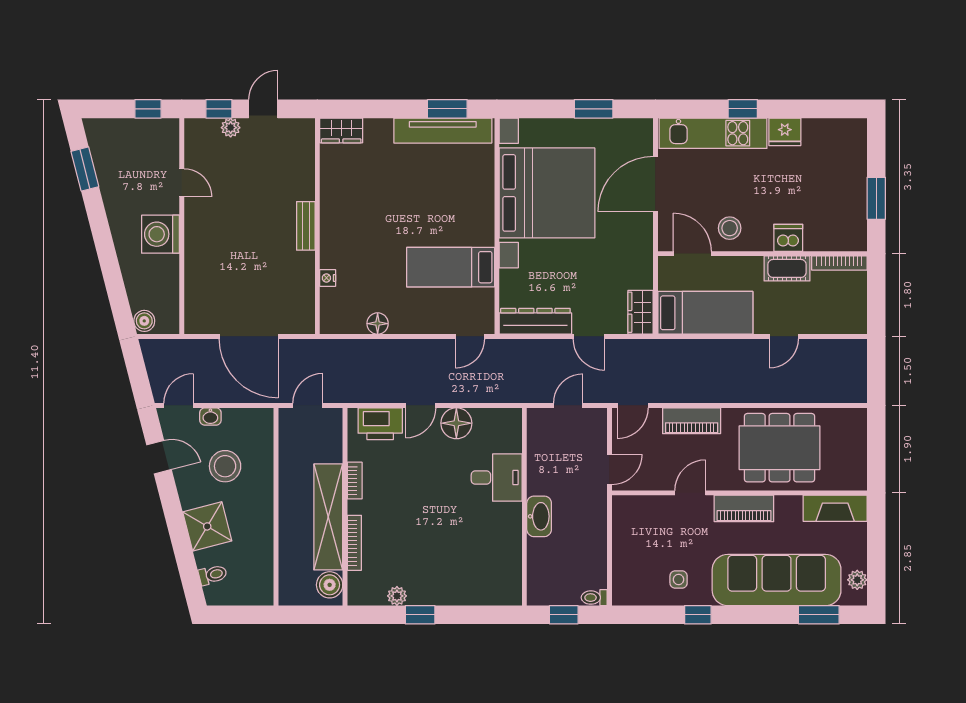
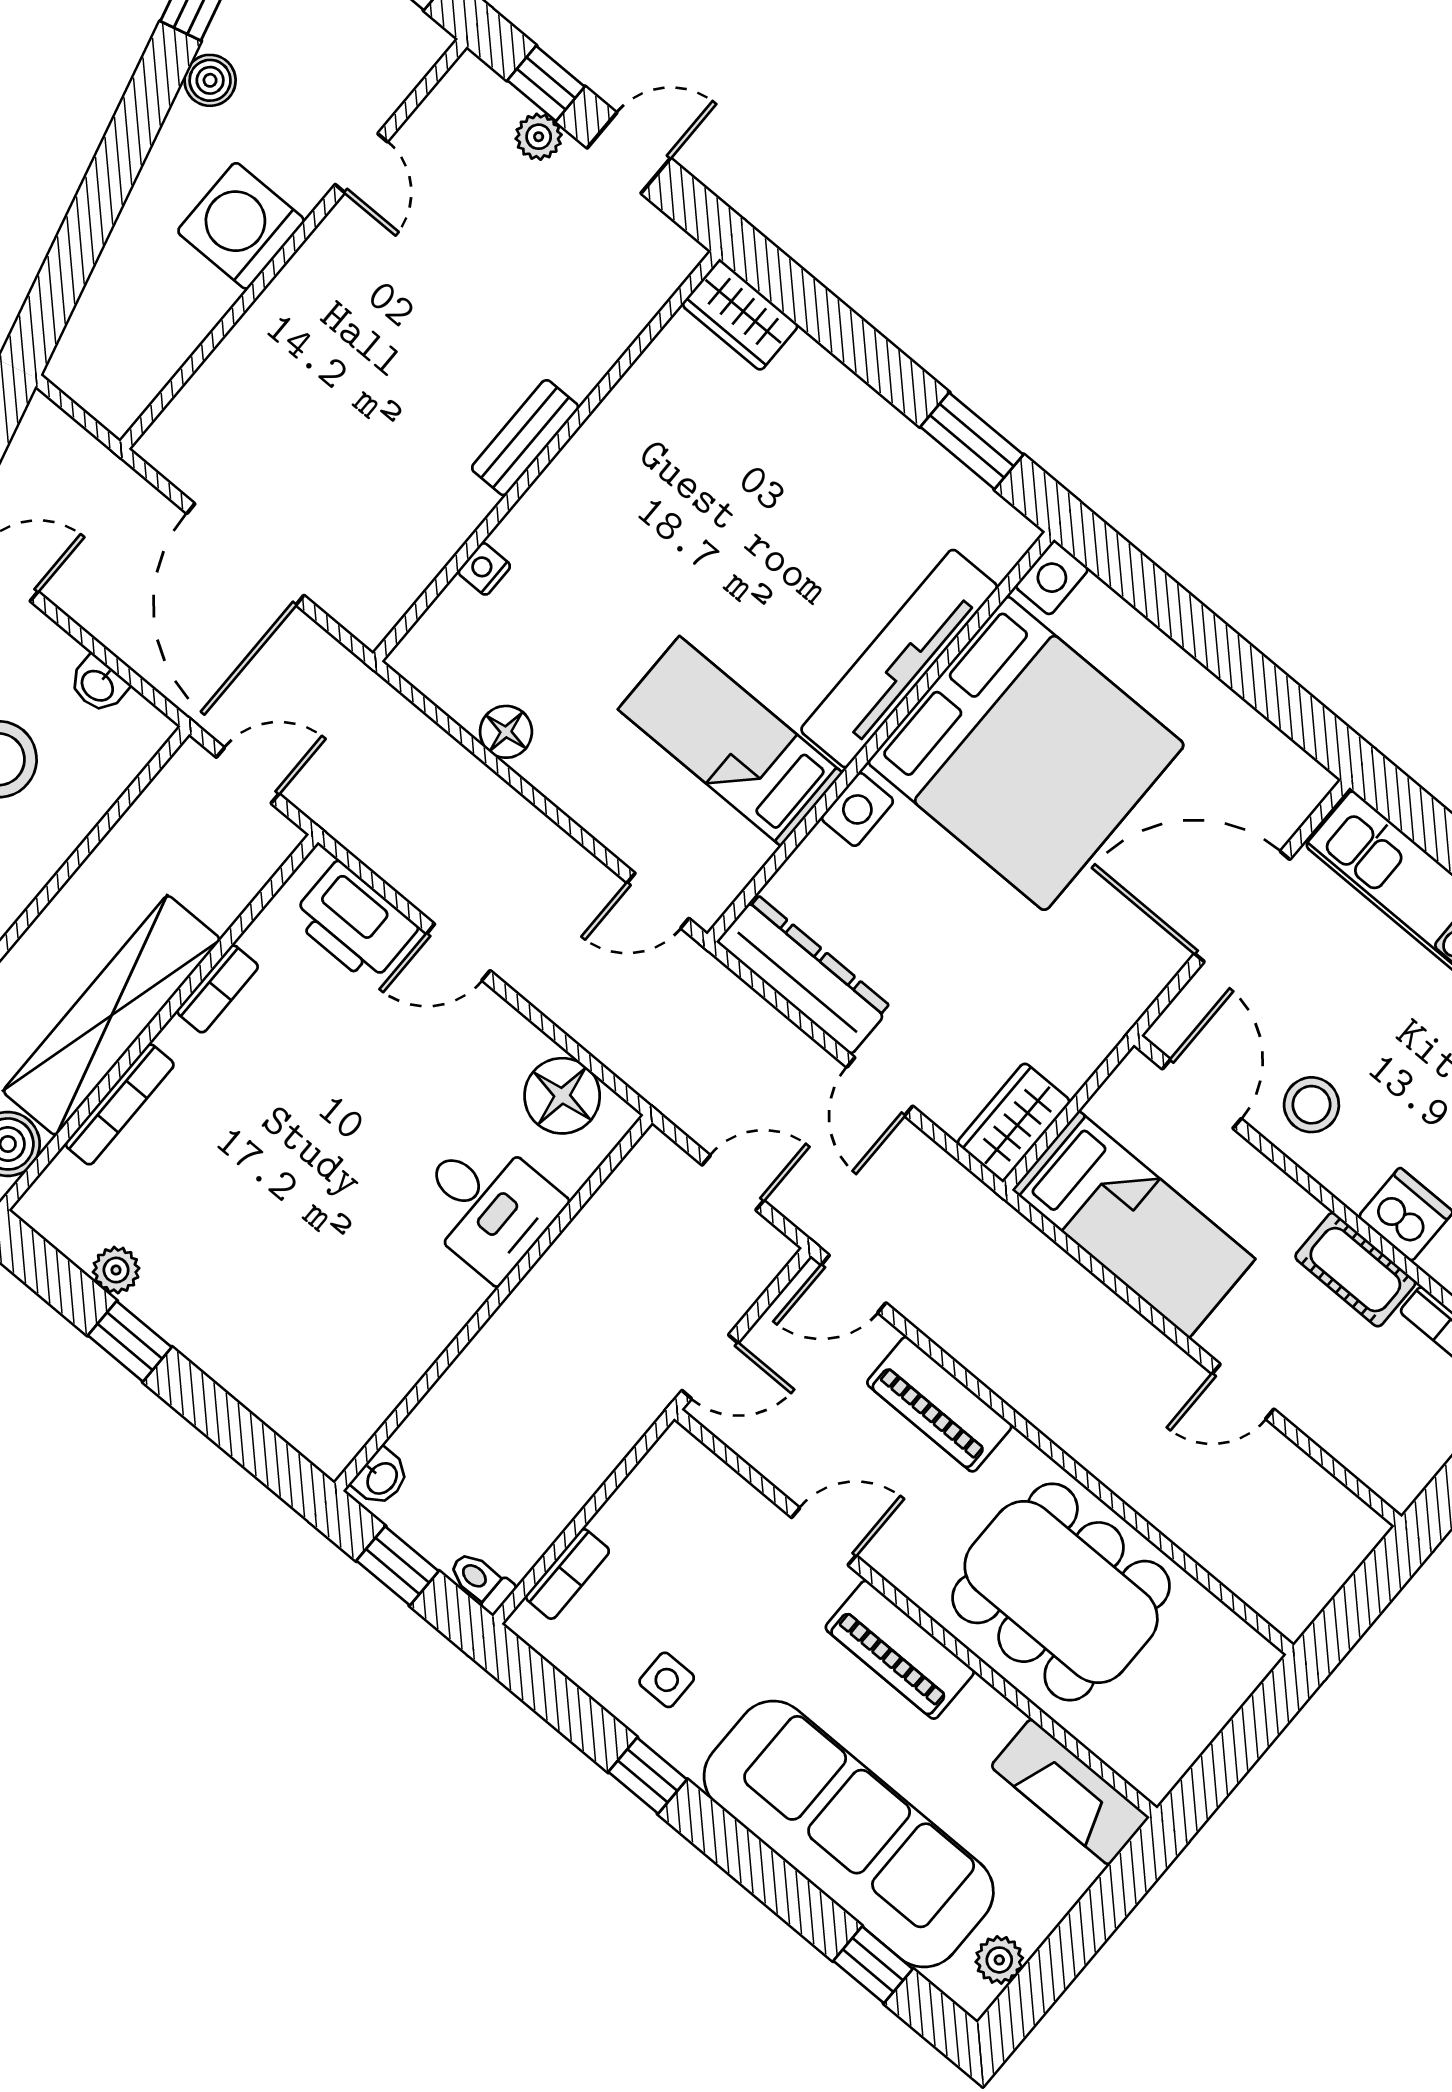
window: (594, 109) -> (1245, 670), removed
tv unit: (443, 131) -> (899, 659), moved, turned 90
boiler: (144, 321) -> (210, 80), moved
washbasin: (210, 416) -> (98, 685), moved
floor lamp: (456, 423) -> (562, 1096), moved
washbasin: (539, 516) -> (381, 1478), moved, width x0.52, depth x0.69
bookcase: (619, 572) -> (567, 1574), added
window: (819, 615) -> (873, 1965), width x0.67

